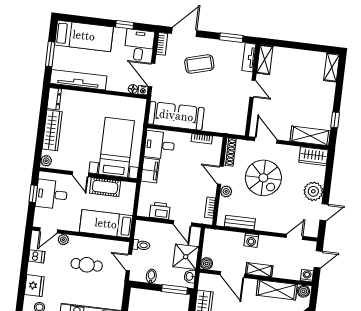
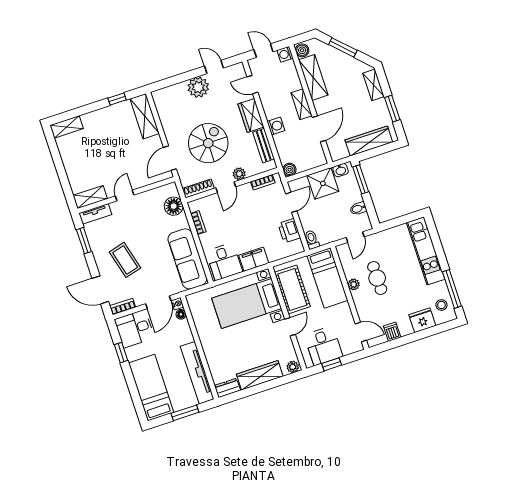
floor lamp: (225, 125) -> (174, 206), added
wardrobe: (313, 156) -> (251, 115), moved, turned 180
cot: (105, 187) -> (292, 289), width x1.37, depth x1.34
plant: (63, 240) -> (354, 284), moved
toilet: (141, 245) -> (312, 240), moved
boiler: (207, 263) -> (290, 170), moved

